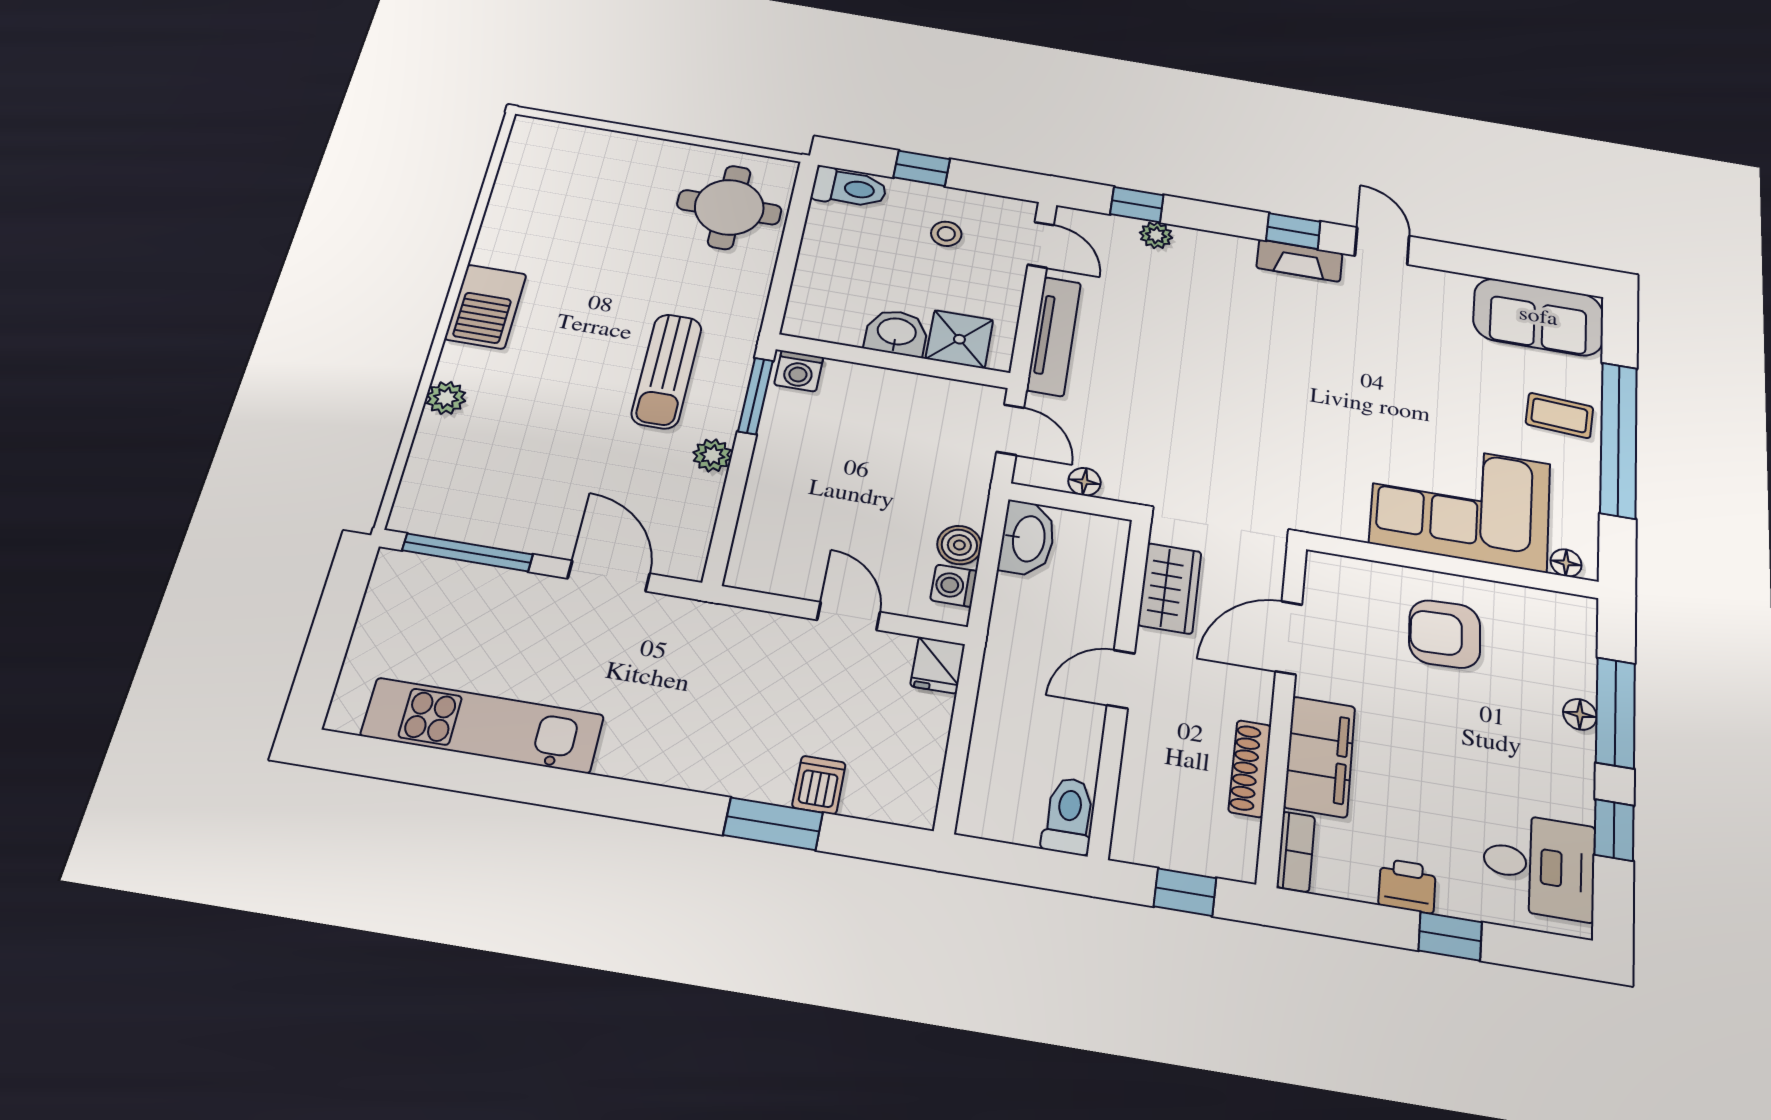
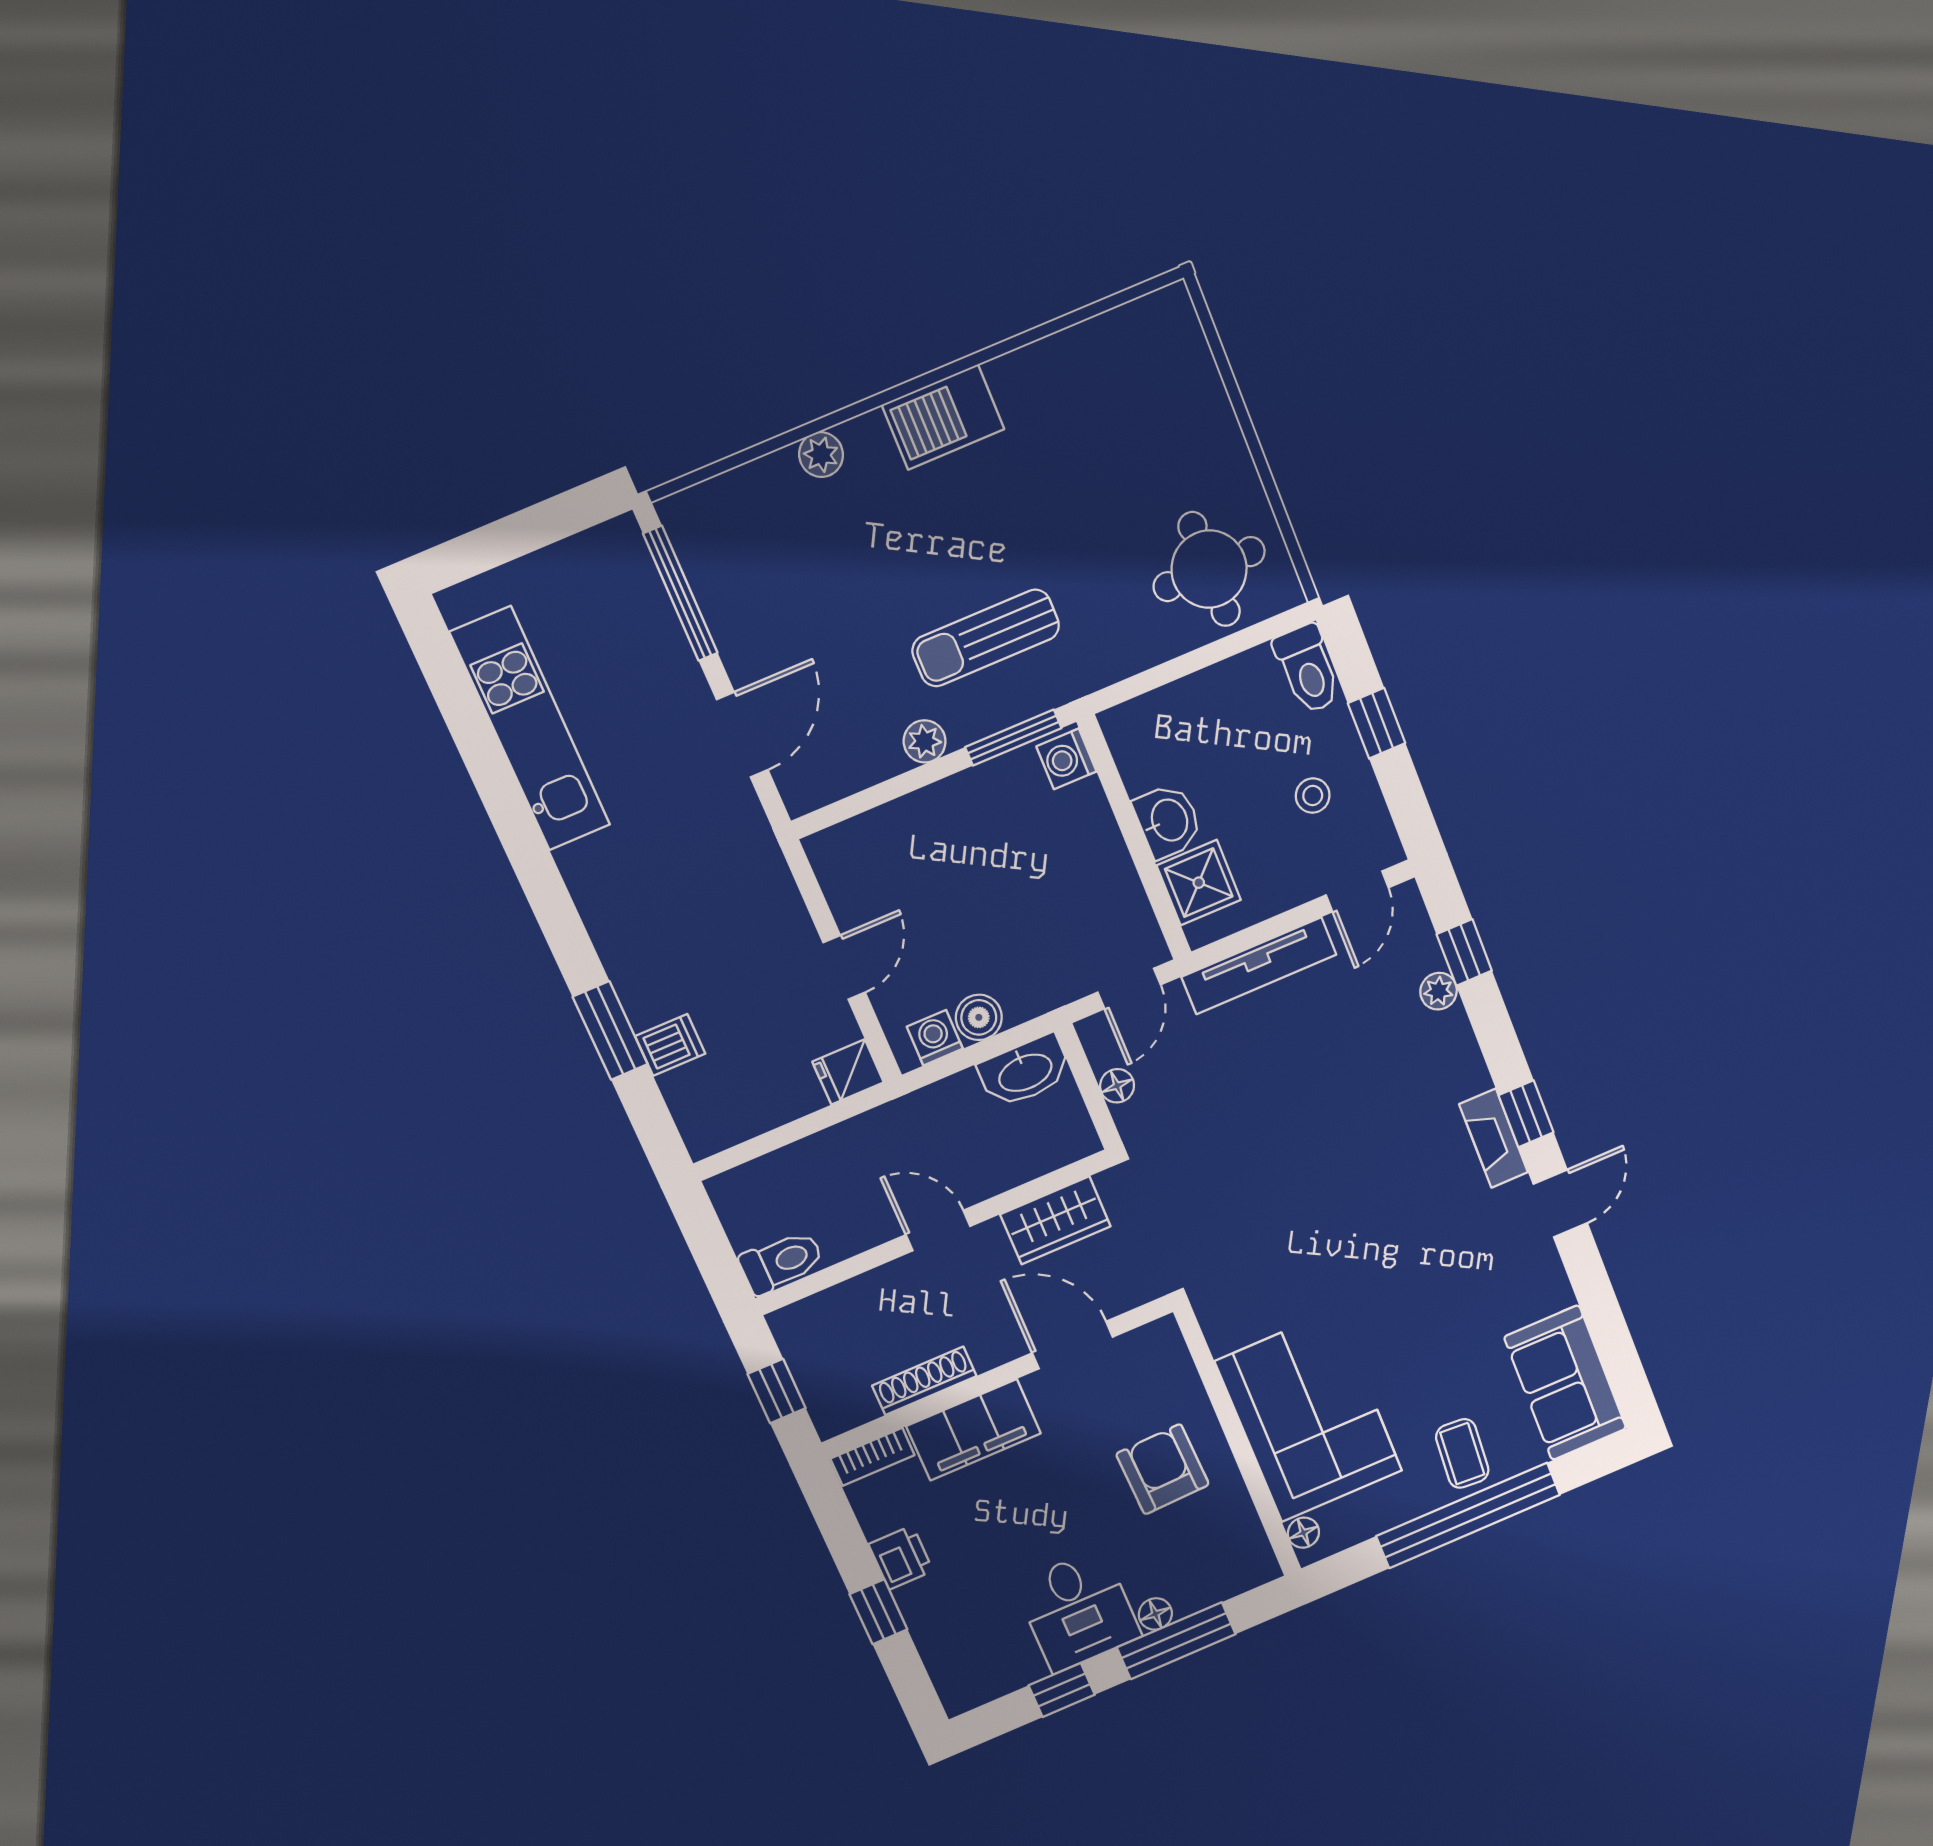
desk: (1539, 866) -> (1078, 1610), moved

